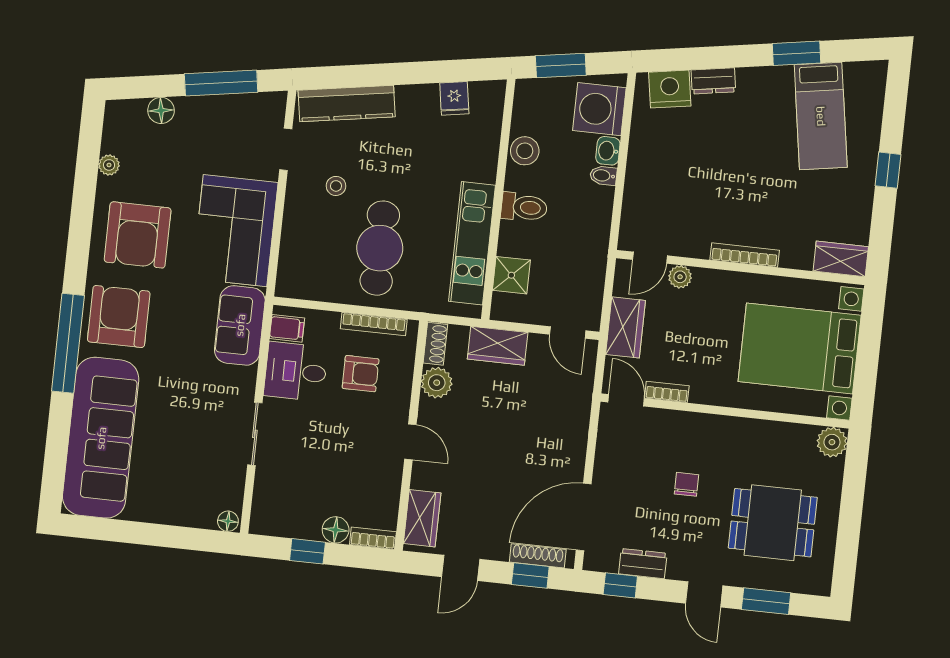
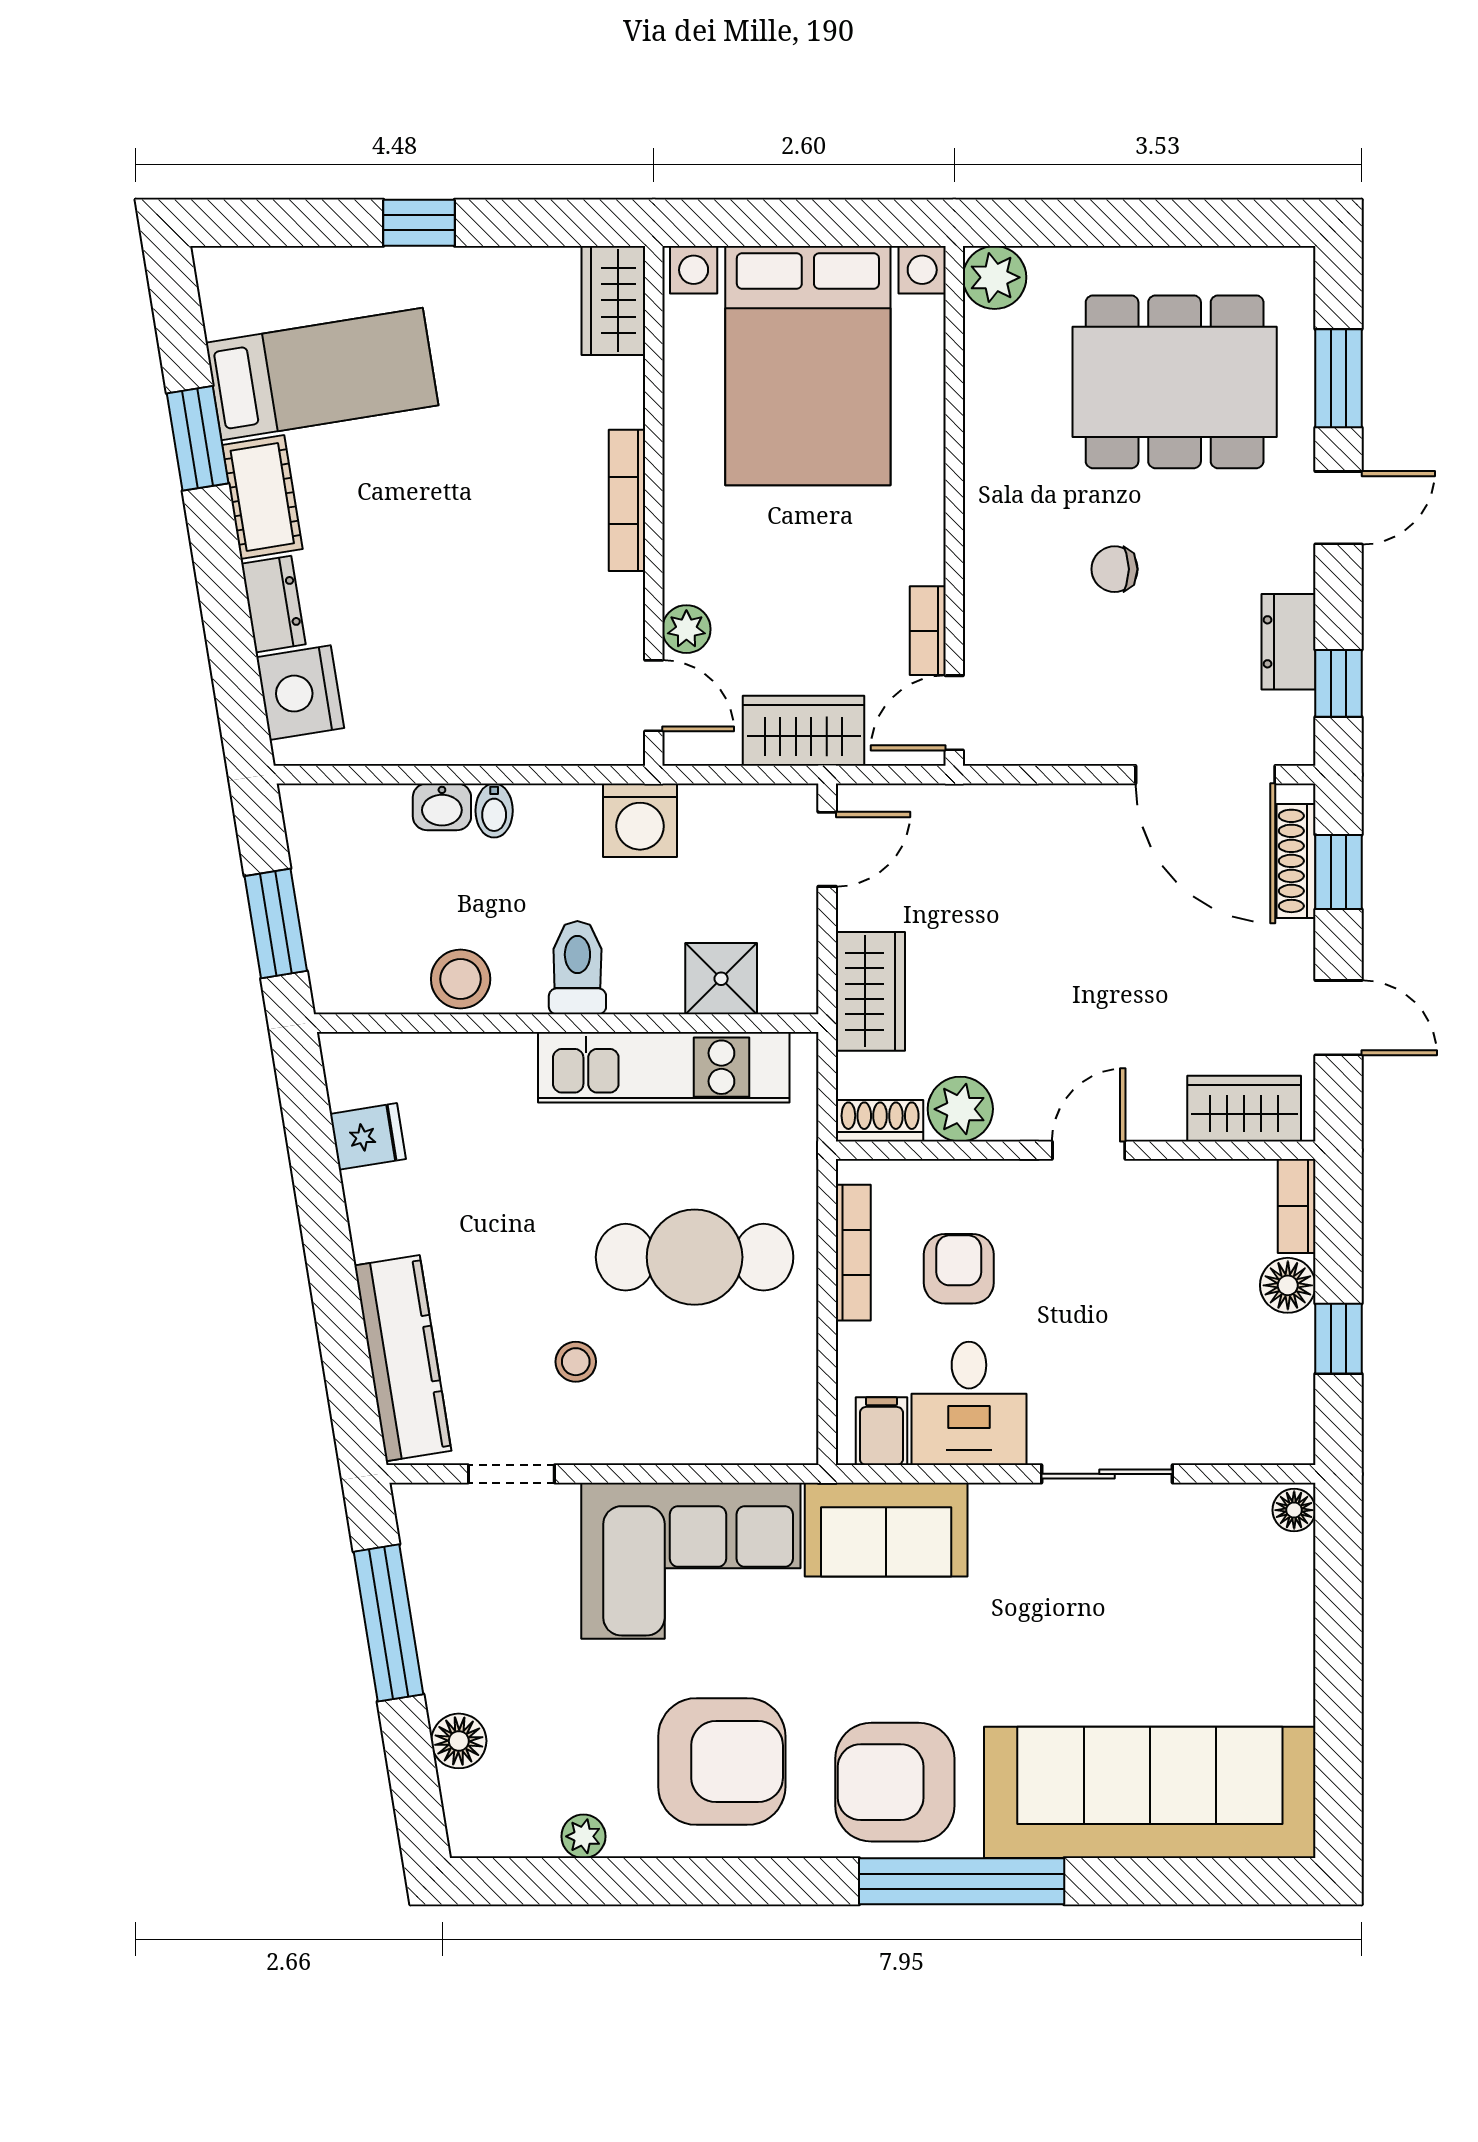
cot: (765, 81) -> (262, 497), added
washing machine: (599, 109) -> (640, 820), moved, width x0.73, depth x0.73
dining table: (773, 523) -> (1175, 382), width x1.38

